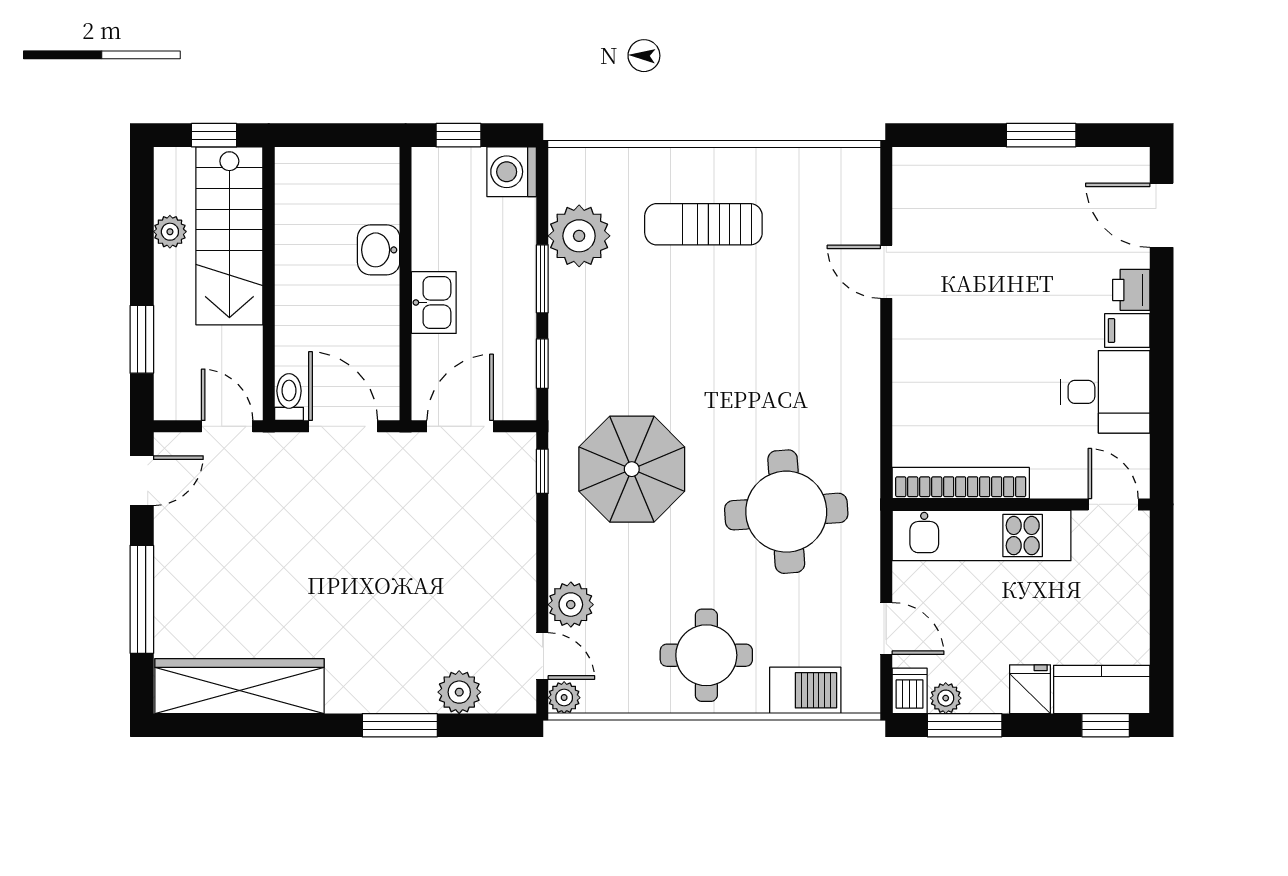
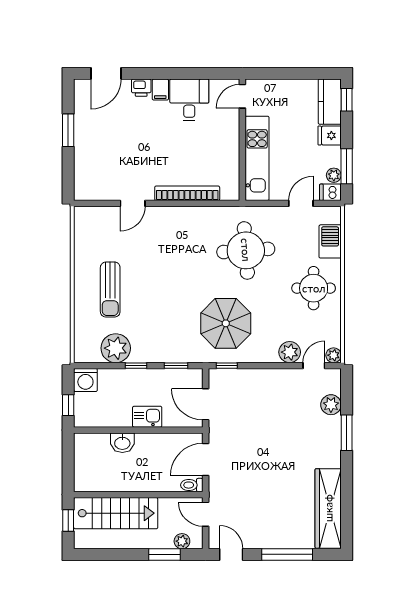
plant: (170, 232) -> (182, 541), moved
window: (542, 279) -> (136, 366), width x0.67
door: (227, 426) -> (206, 514), hinge flipped
bookcase: (961, 483) -> (187, 193), moved, turned 90

